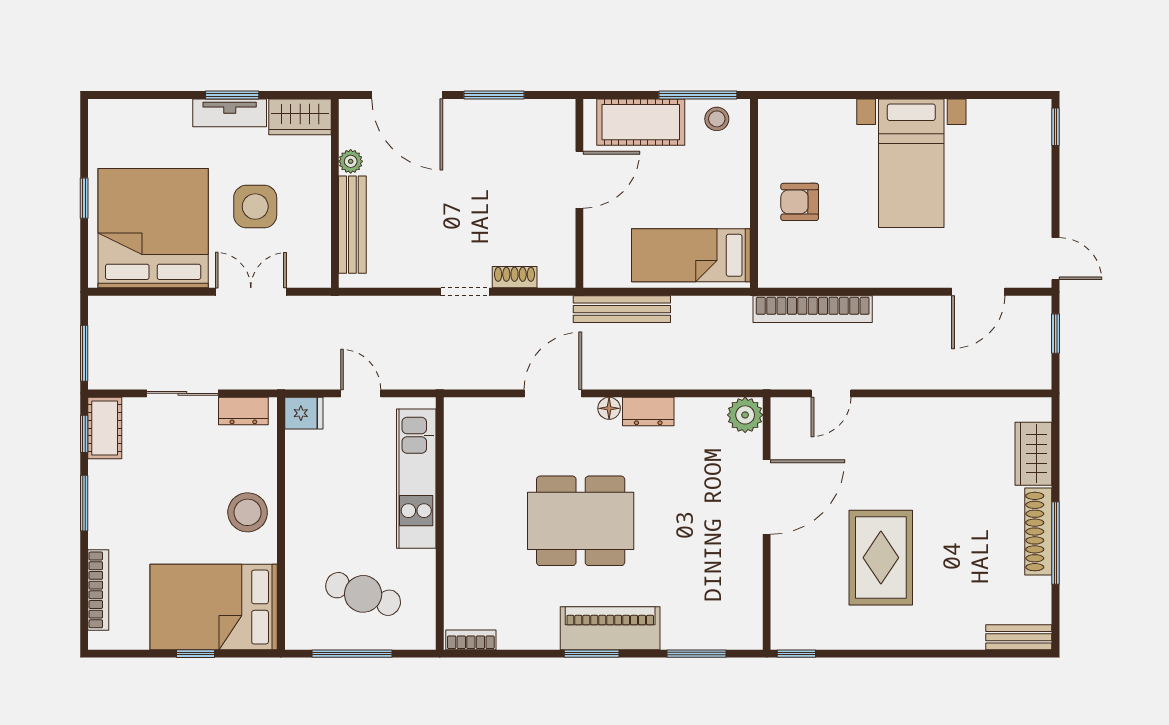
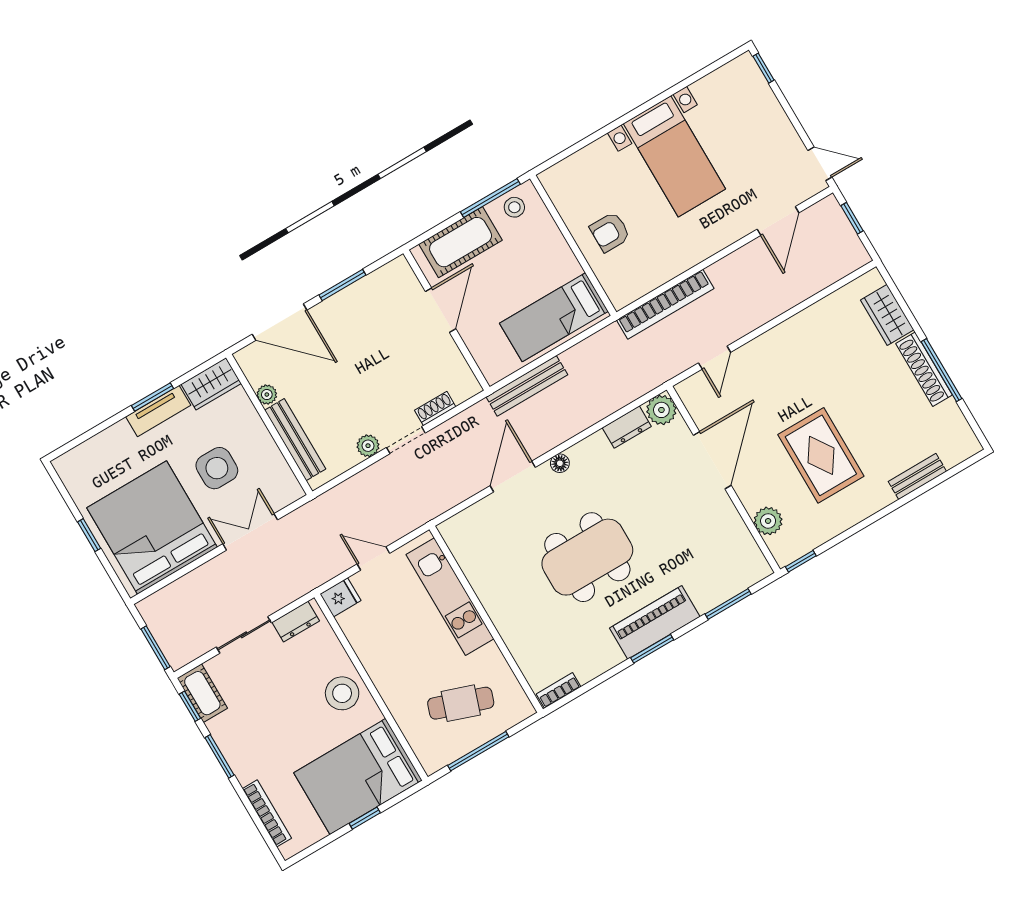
plant: (423, 275) -> (368, 446), added
dresser: (648, 412) -> (627, 427), moved
plant: (787, 593) -> (768, 521), added
bench: (1019, 637) -> (917, 476), moved

